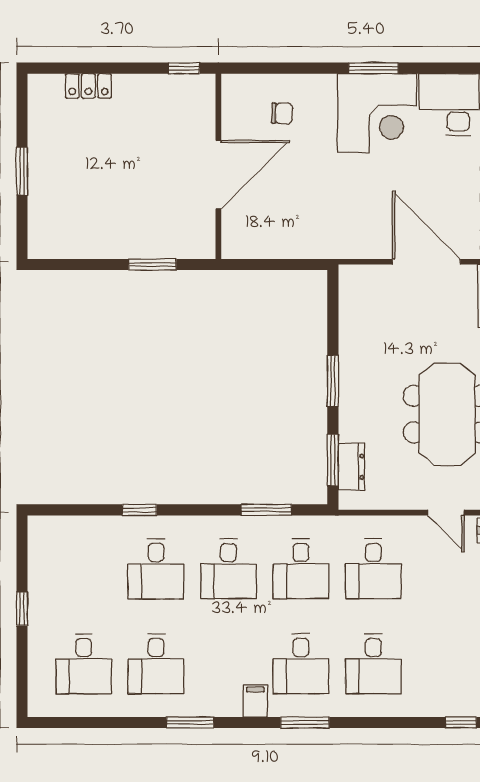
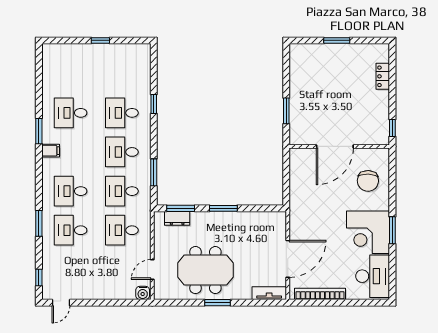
chair: (282, 113) -> (368, 181), width x1.87, depth x1.87
door: (218, 175) -> (335, 146), hinge flipped
desk: (84, 664) -> (71, 74), removed
filing cabinet: (255, 701) -> (51, 151), moved
window: (305, 723) -> (39, 223), moved

